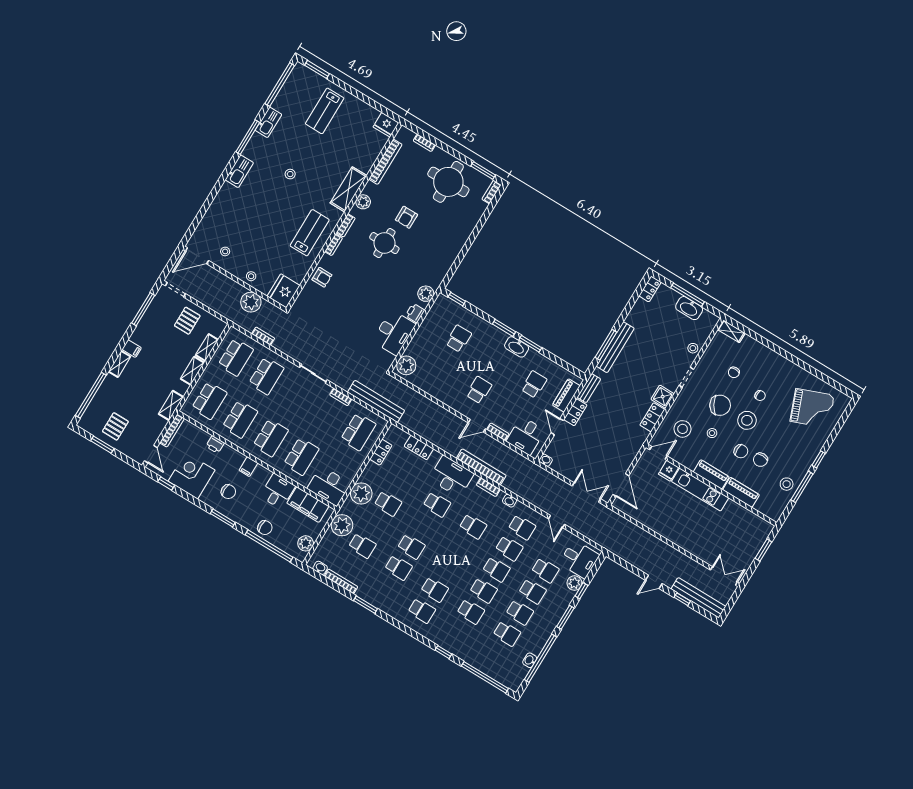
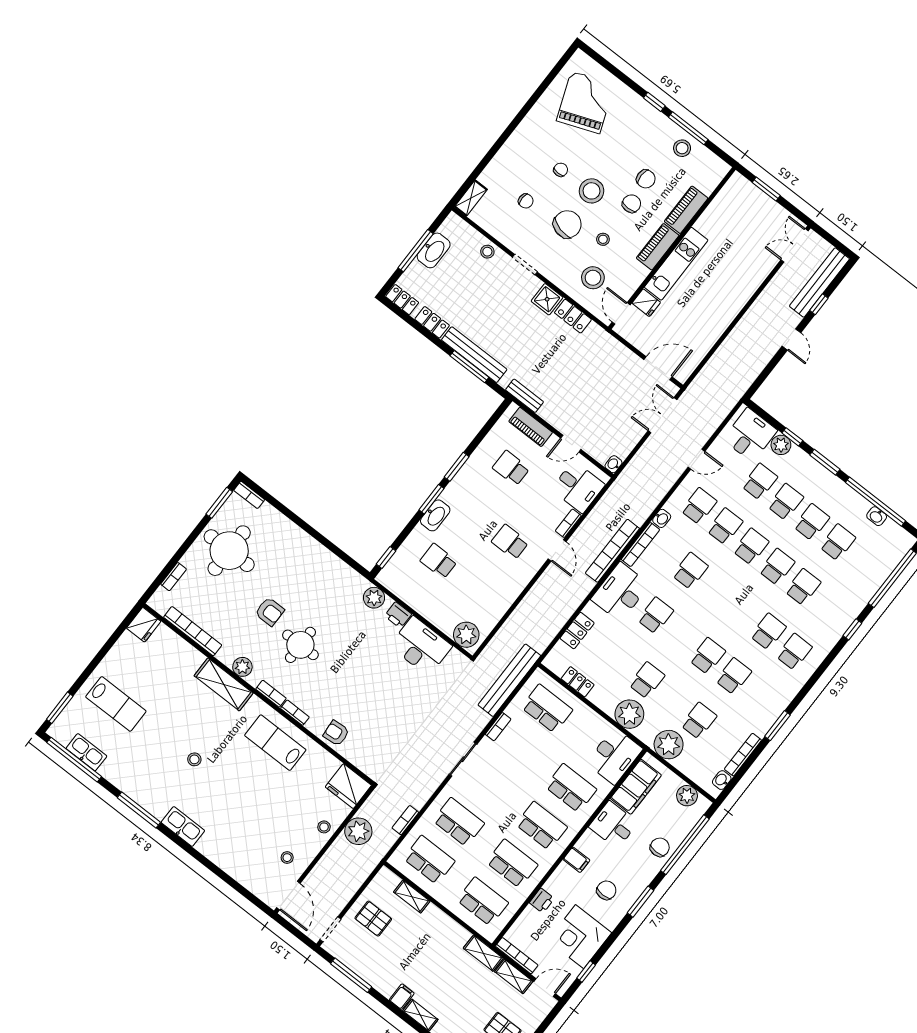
kitchen sink: (268, 122) -> (86, 752), moved
armchair: (322, 277) -> (336, 733), turned -95
washbasin: (517, 347) -> (435, 515), moved
shelving: (192, 371) -> (514, 976), moved
chair: (720, 405) -> (567, 224), turned 44
locker: (575, 412) -> (432, 322), moved
bookcase: (488, 487) -> (640, 544), width x1.56

